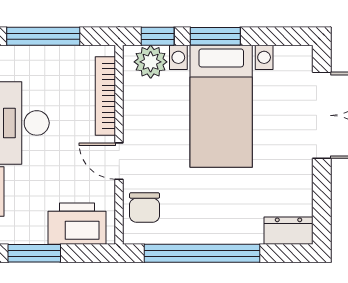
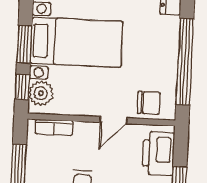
bookcase: (105, 96) -> (54, 127), width x0.64

